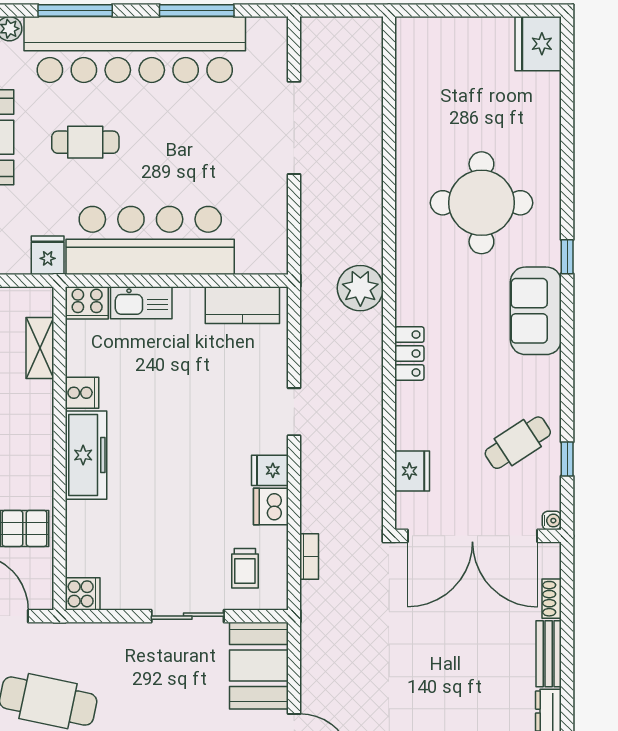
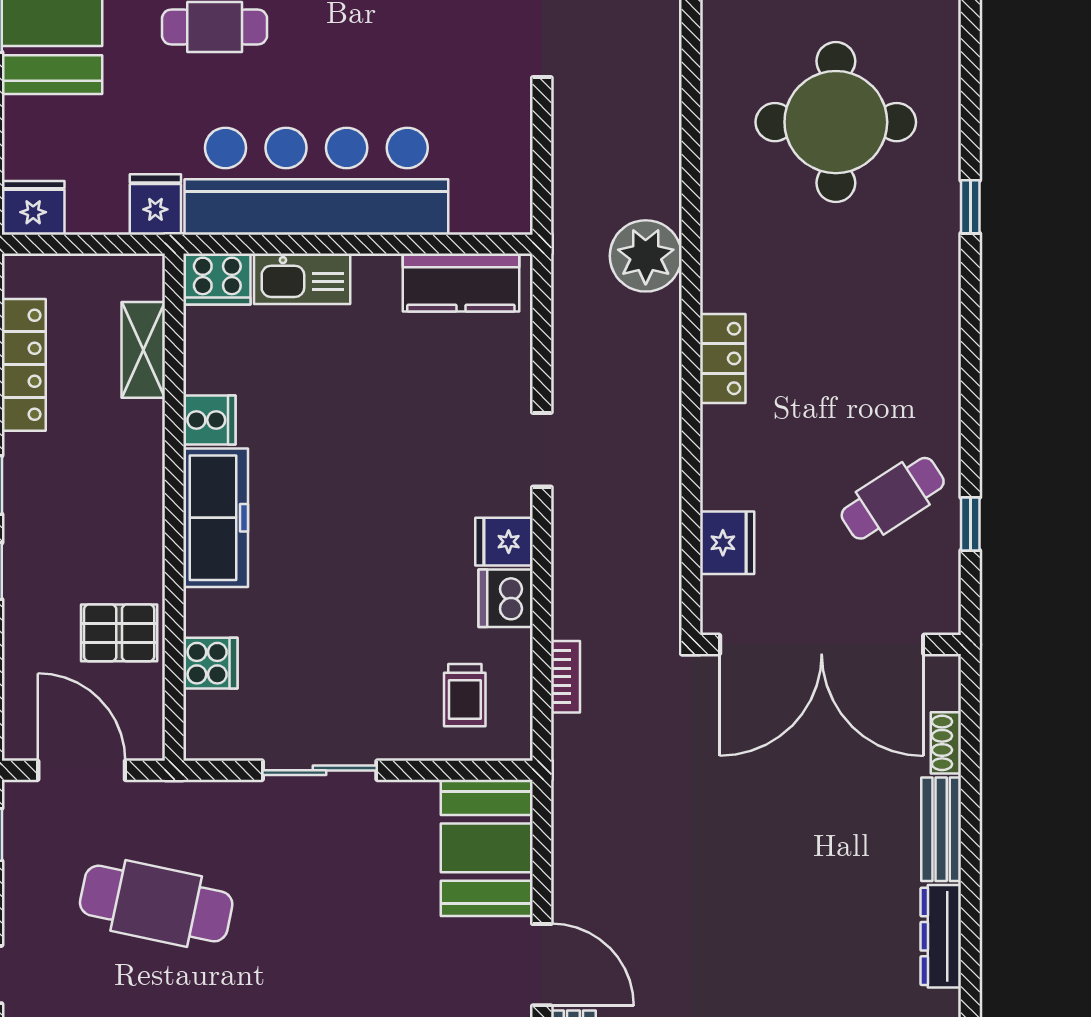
sofa: (536, 311) -> (921, 291), removed
water cooler: (552, 521) -> (946, 620), removed
cooker: (83, 594) -> (210, 663), moved
sliding door: (188, 616) -> (320, 770), moved

